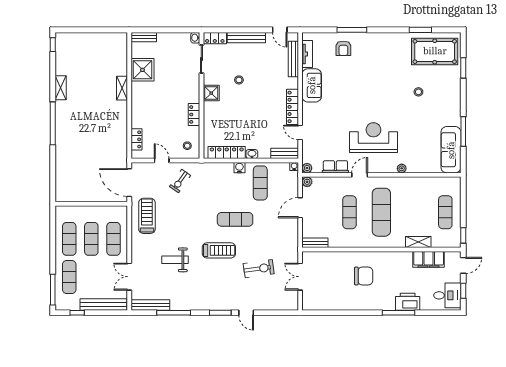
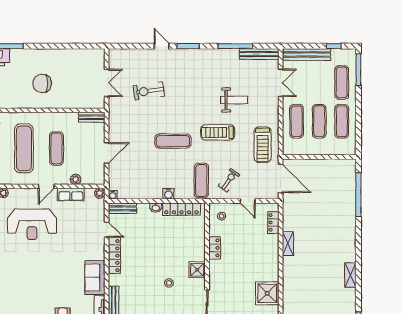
shelving: (122, 88) -> (288, 244), moved
window: (53, 123) -> (358, 195), moved
plant: (307, 182) -> (76, 179), moved
exercise mat: (260, 183) -> (201, 181), moved
treadmill: (219, 250) -> (218, 132), moved

